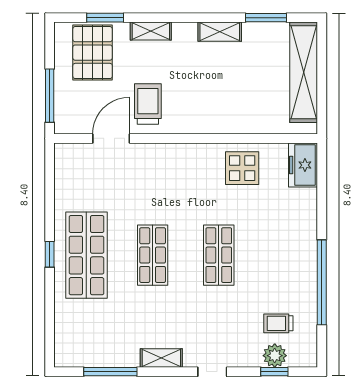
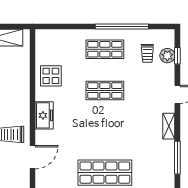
door: (111, 138) -> (32, 157), swing flipped
freezer: (303, 165) -> (44, 115), moved, turned -90
shop shelf: (153, 255) -> (105, 49), moved

